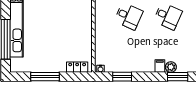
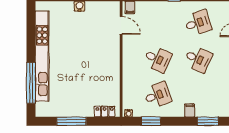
desk: (129, 51) -> (157, 95), added
plant: (171, 67) -> (201, 111), removed

